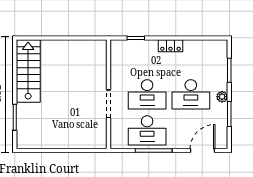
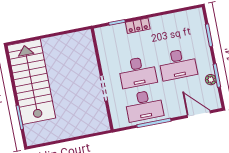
locker: (171, 46) -> (138, 26), moved
stairs: (28, 71) -> (31, 82), width x1.36, depth x1.51
plant: (222, 97) -> (211, 80), moved
door: (202, 151) -> (199, 114), hinge flipped

